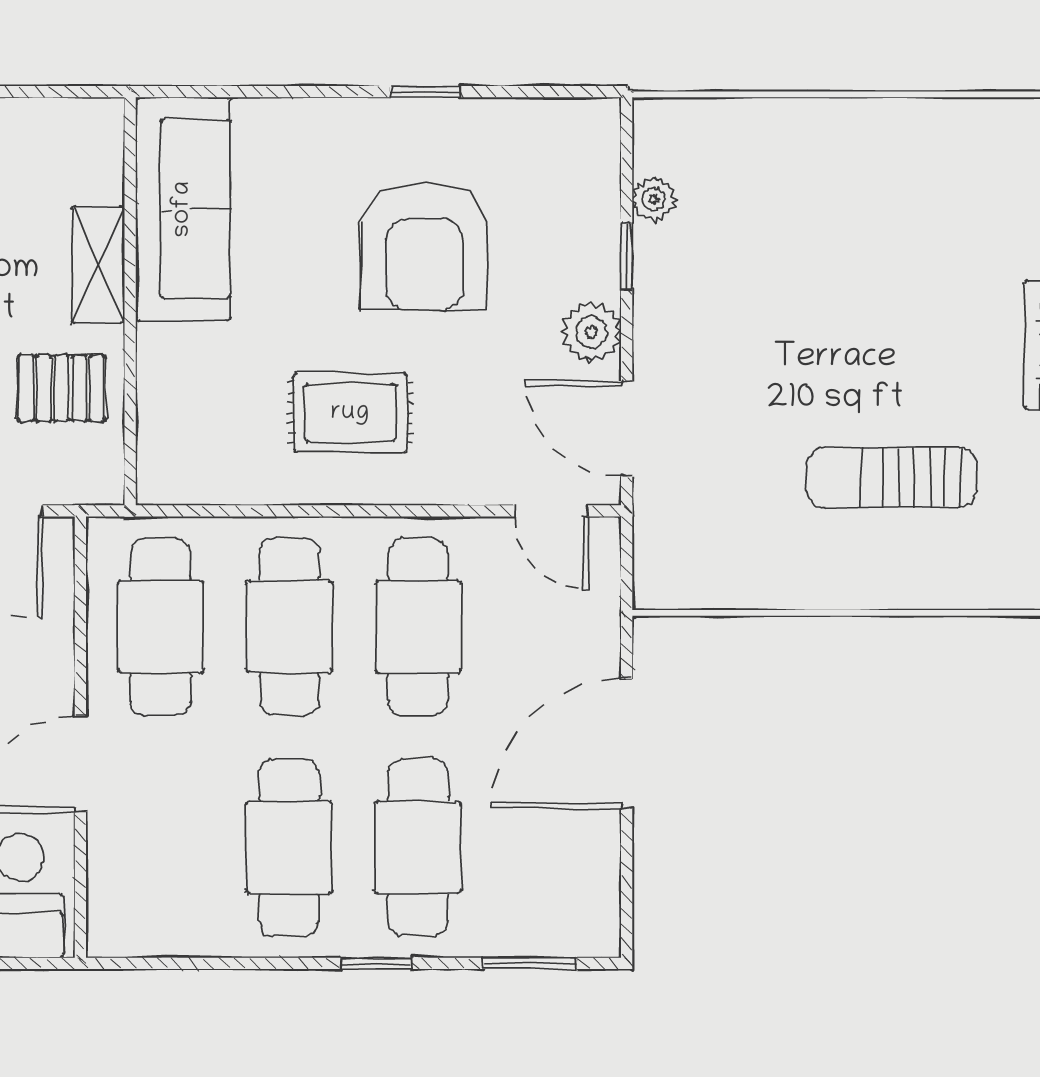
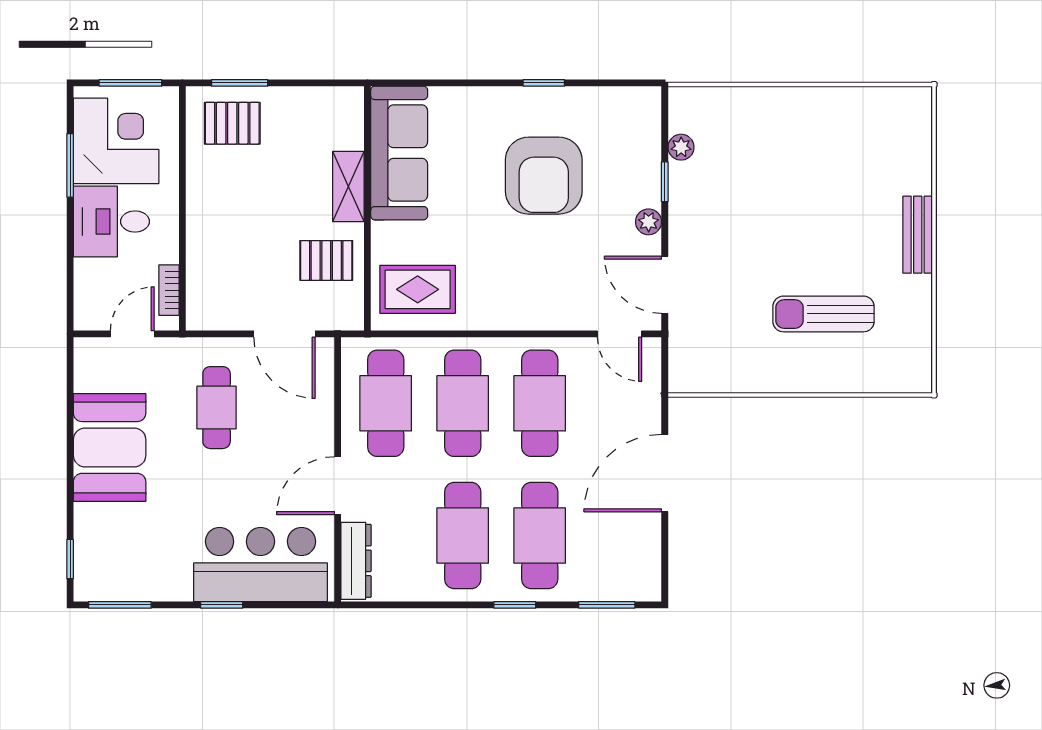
plant: (591, 332) -> (649, 222), width x0.73, depth x0.73
rug: (350, 413) -> (418, 289), moved
dresser: (111, 890) -> (356, 561), added

